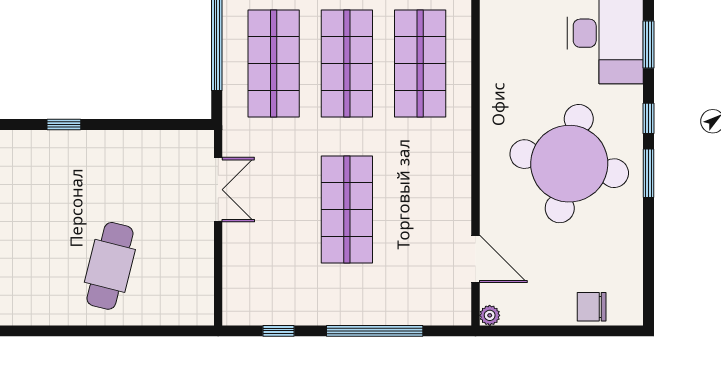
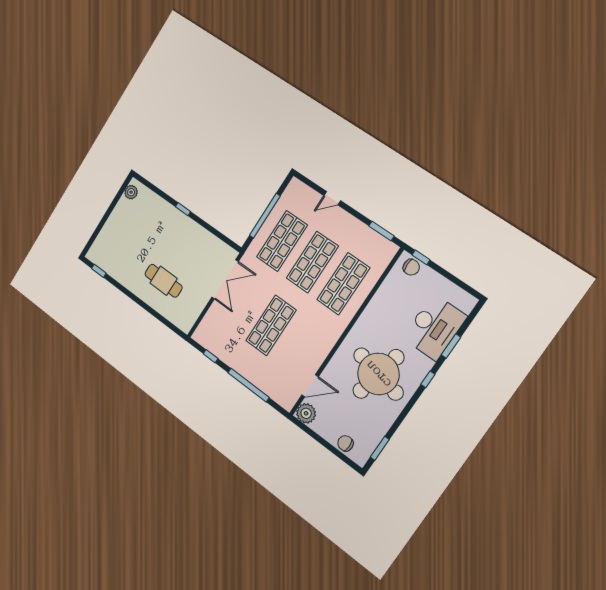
window: (648, 173) -> (380, 448), moved
double door: (218, 190) -> (225, 279), width x1.37
door: (476, 259) -> (310, 386), hinge flipped
cafe table: (110, 266) -> (163, 281), turned 76
plant: (490, 315) -> (306, 413), width x1.88, depth x1.88

